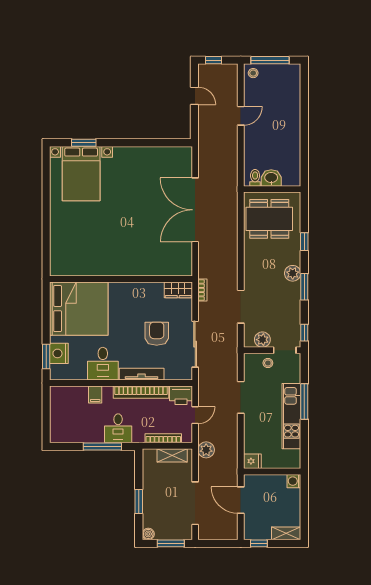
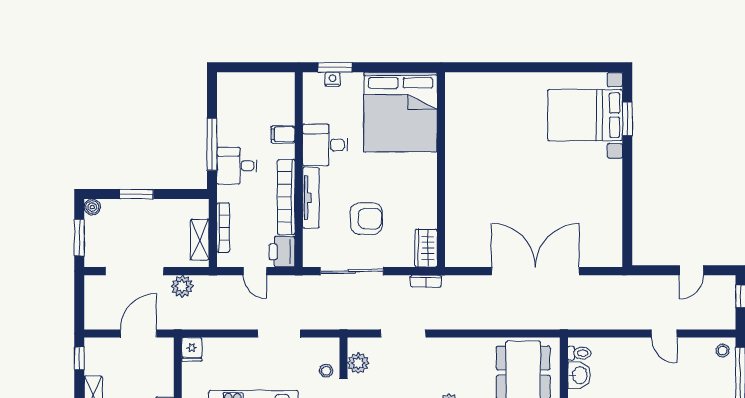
nightstand: (59, 353) -> (333, 79), width x0.53, depth x0.56
plant: (206, 450) -> (182, 286), moved

